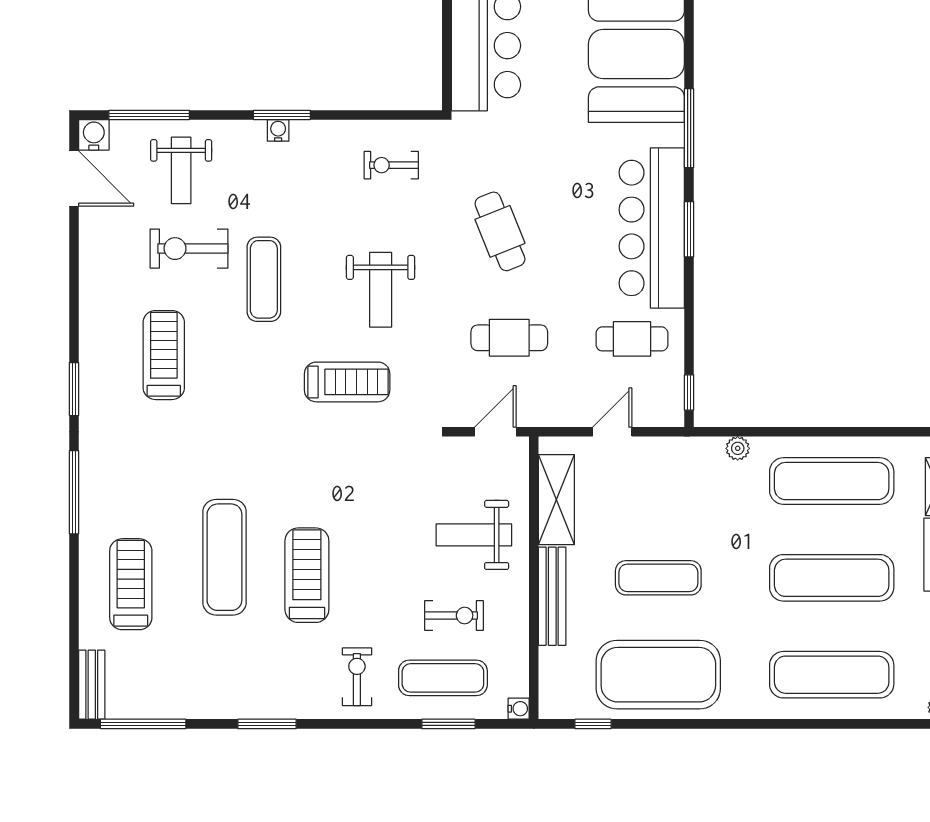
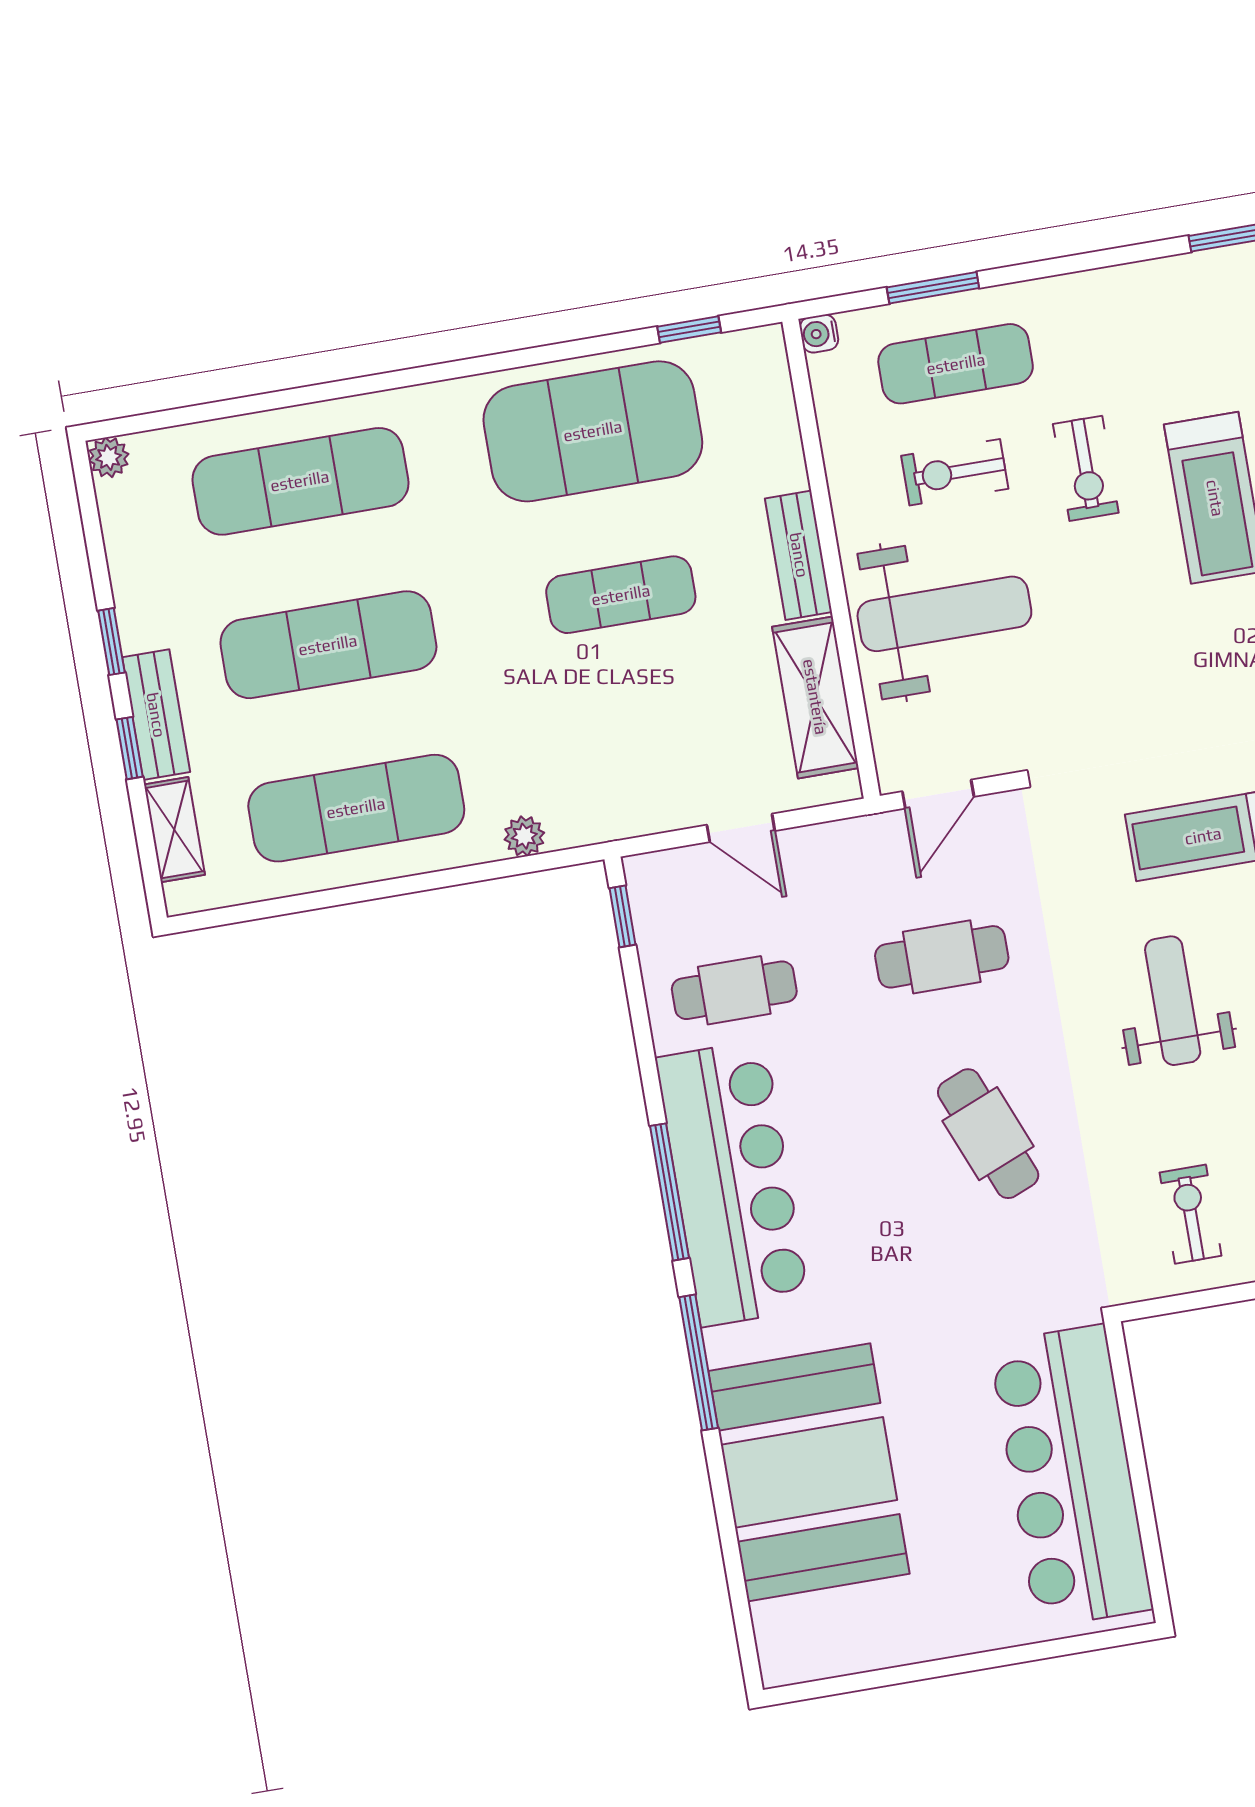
exercise bike: (391, 165) -> (1190, 1214), turned -90
window: (689, 229) -> (670, 1192), width x1.44
door: (612, 432) -> (741, 828), hinge flipped
weight bench: (474, 535) -> (944, 614), width x1.36, depth x1.33
bench: (552, 596) -> (799, 555), width x0.73
exercise bike: (357, 677) -> (1086, 468), moved

